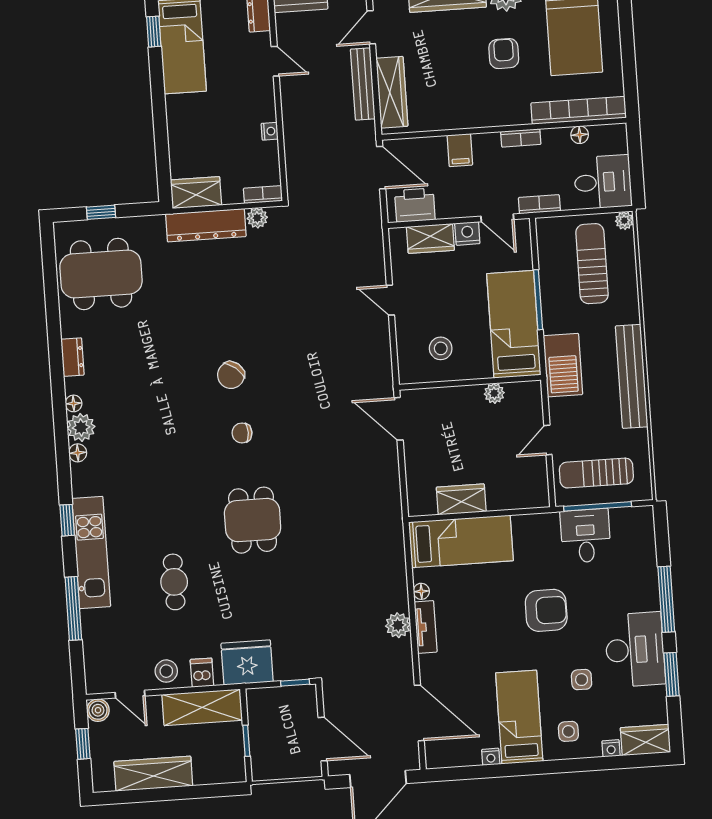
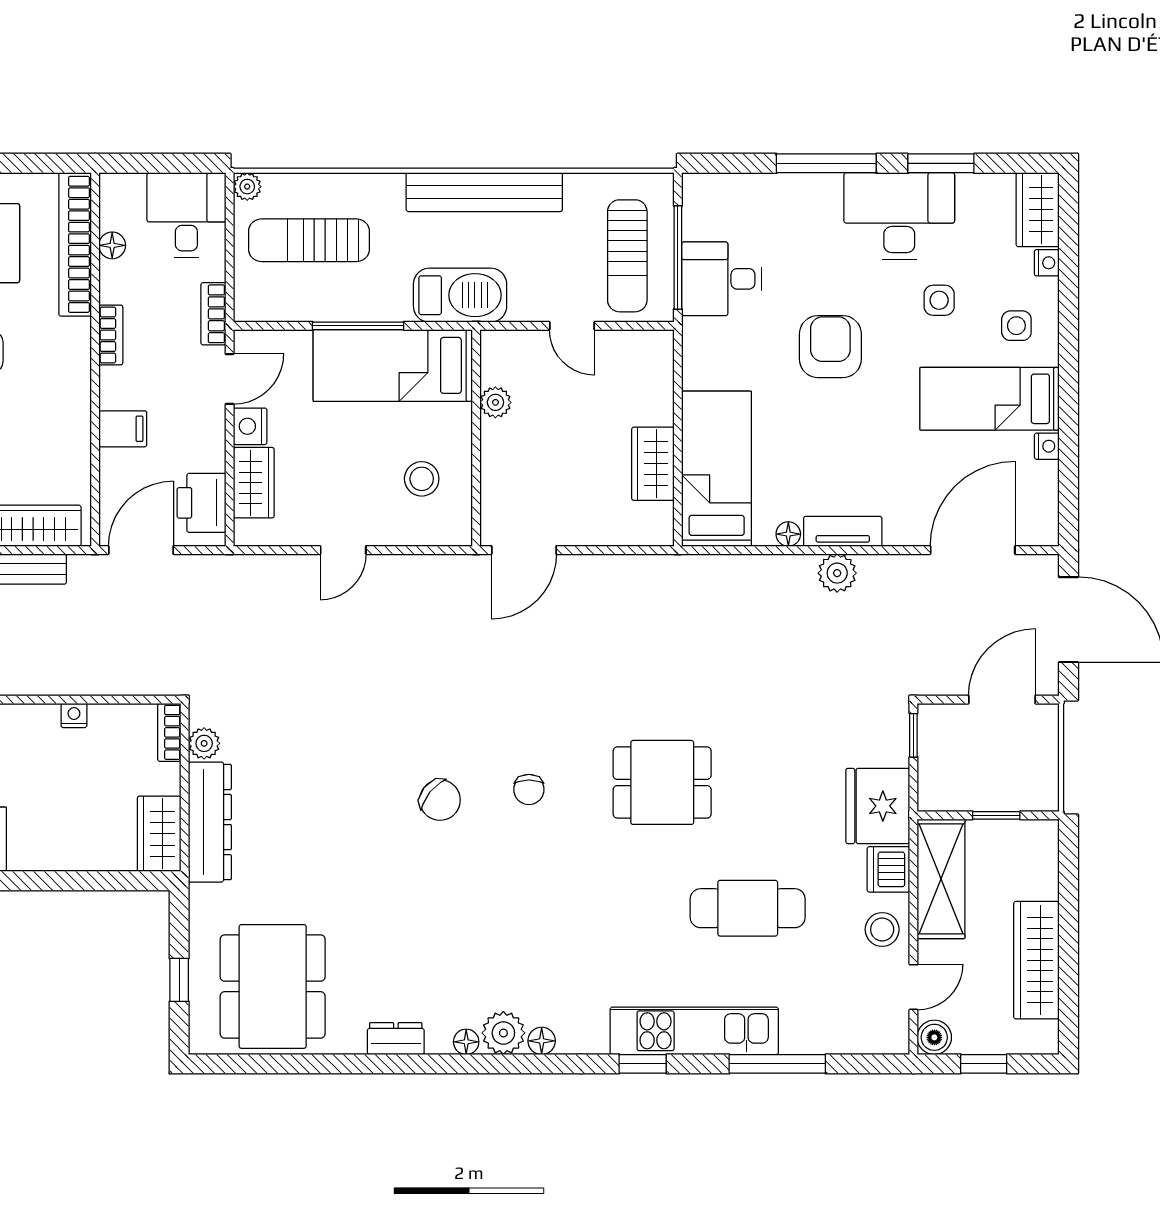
cafe table: (174, 582) -> (748, 908), width x1.37, depth x1.35
dishwasher: (202, 673) -> (888, 869), width x1.38

